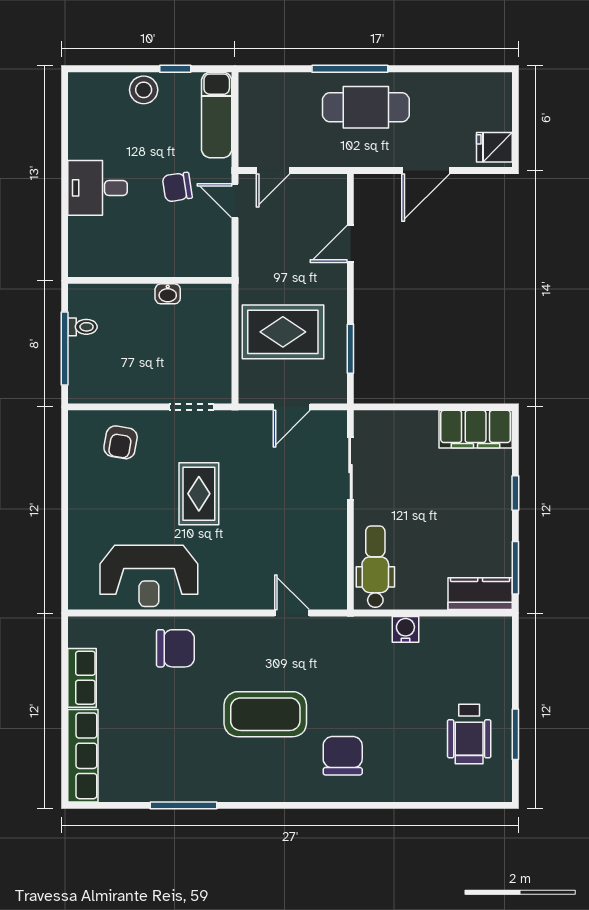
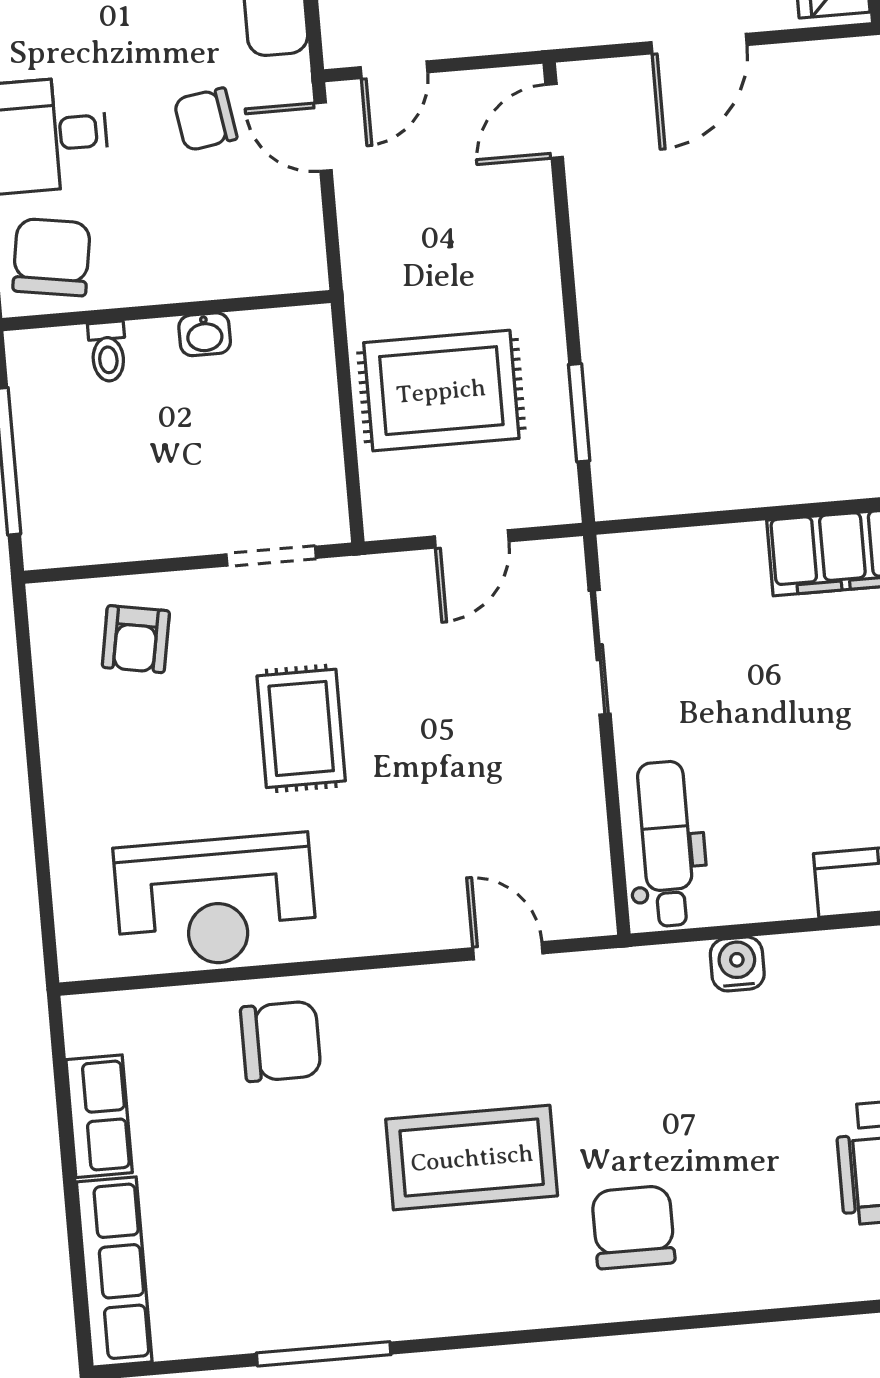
door: (350, 244) -> (554, 121), moved
chair: (95, 249) -> (52, 257), added
toilet: (82, 327) -> (108, 352), moved, turned 90

